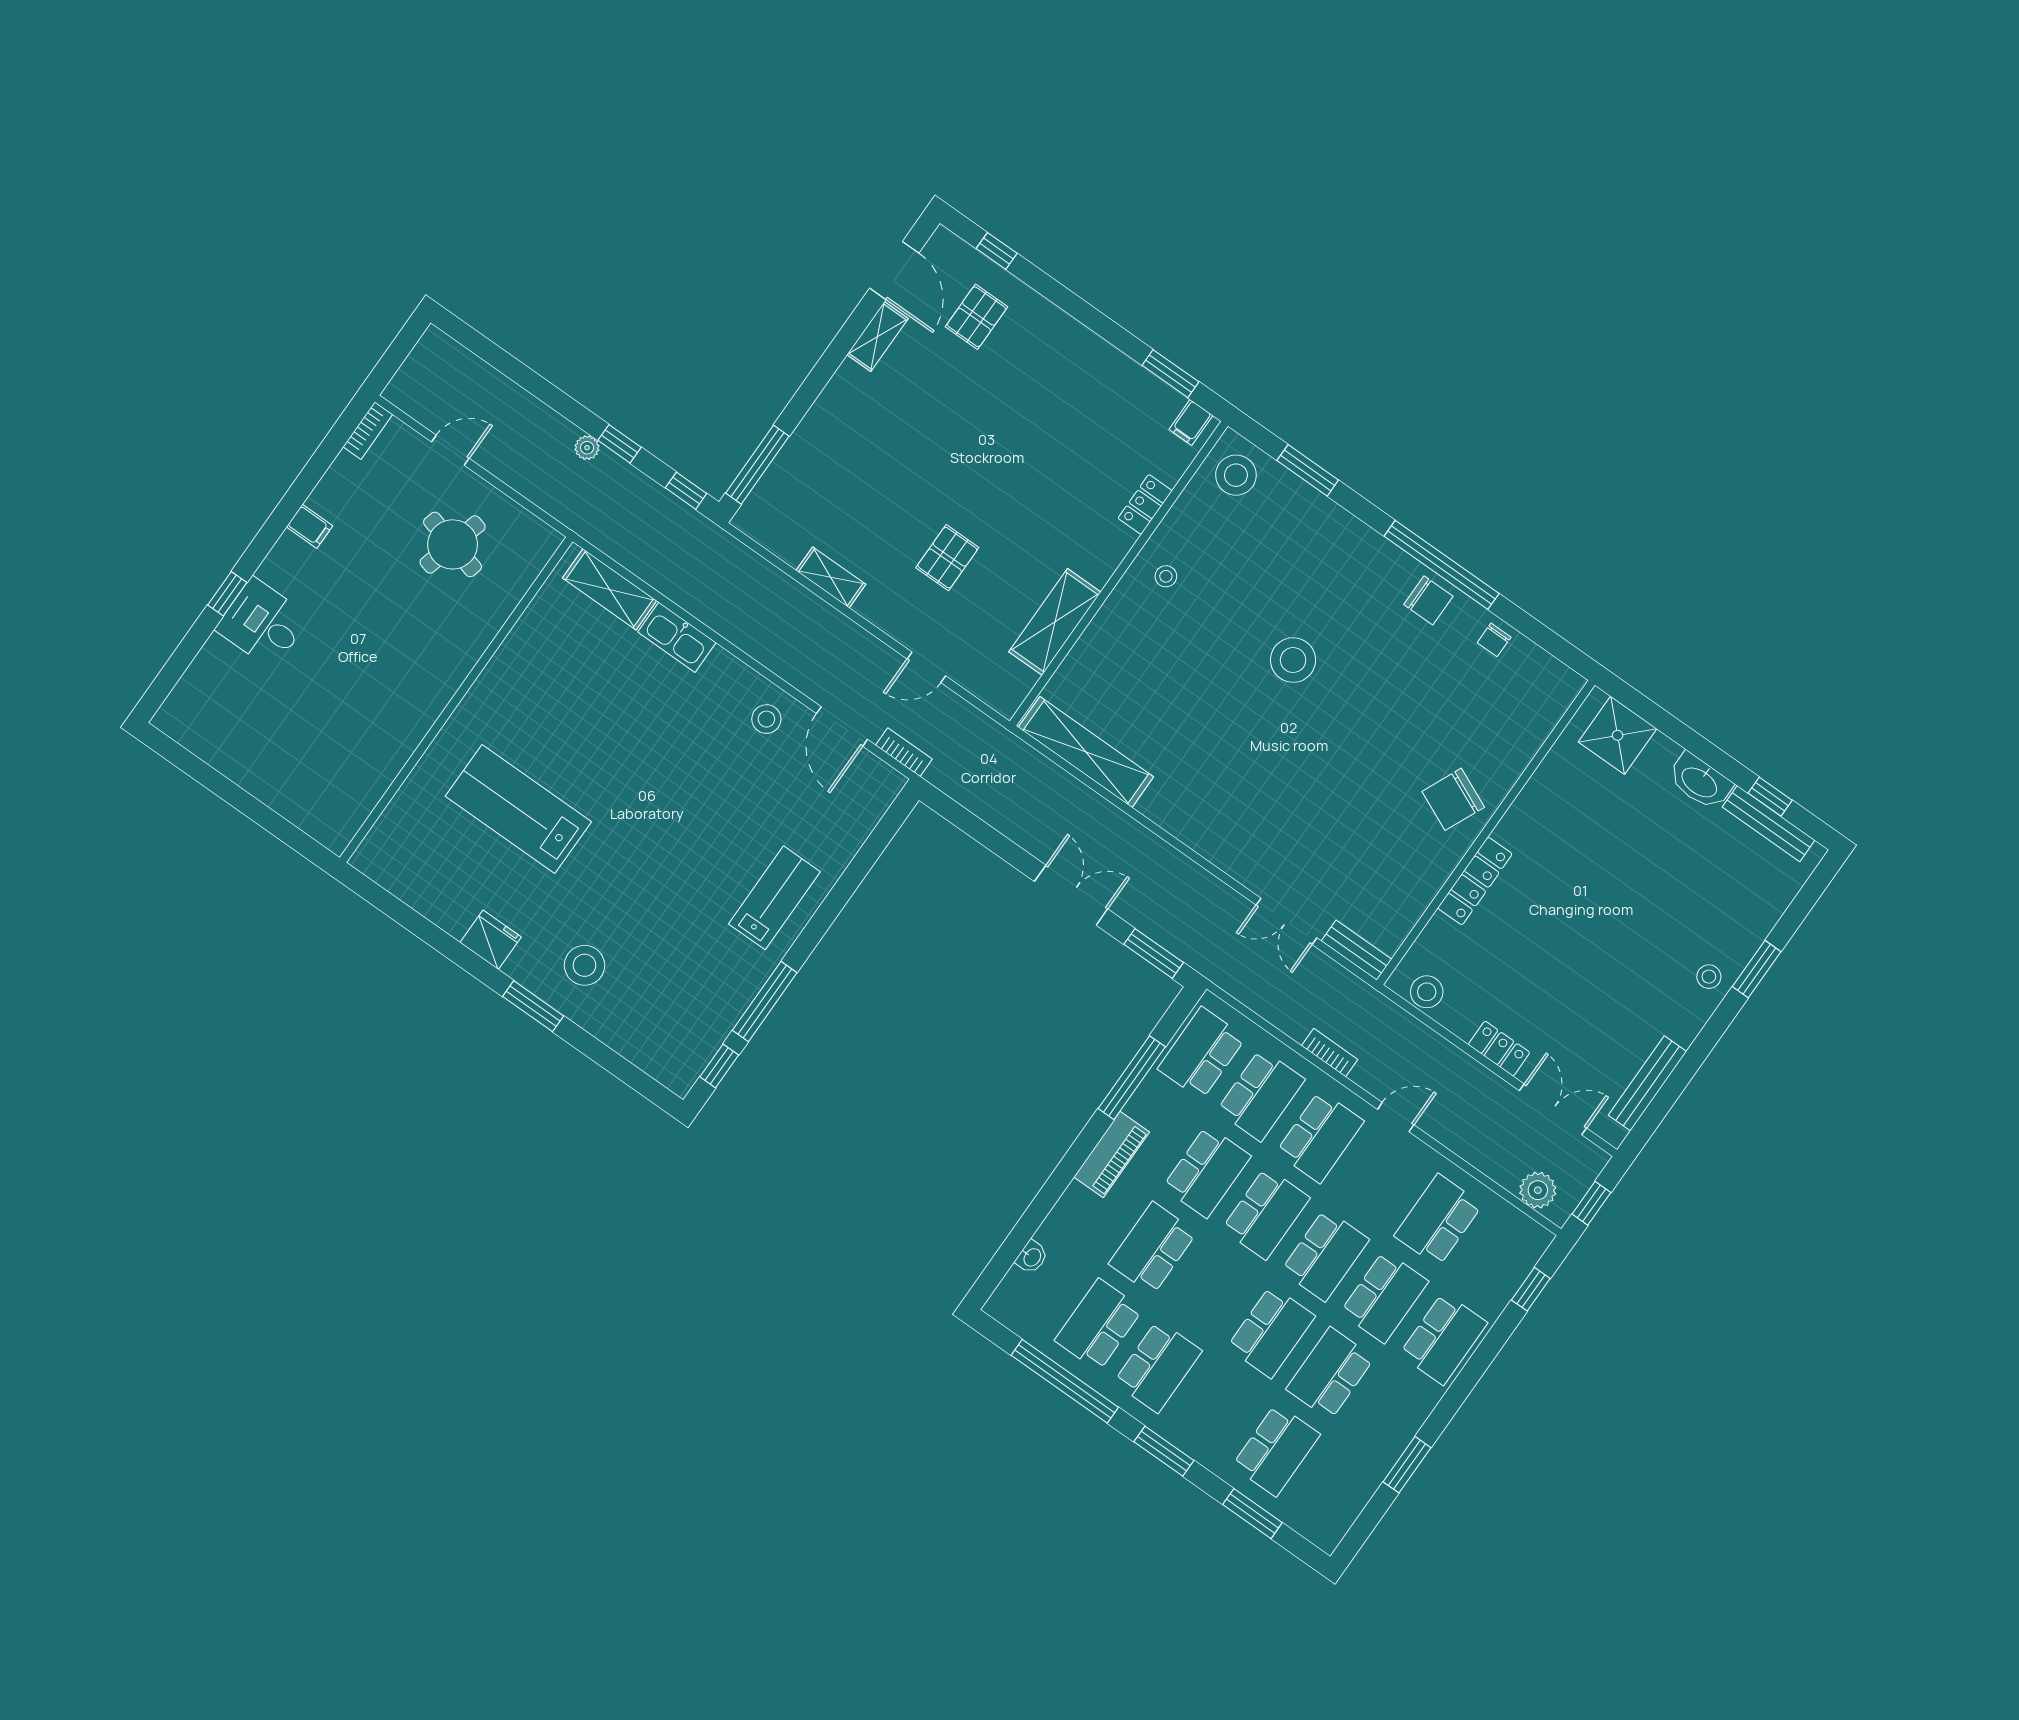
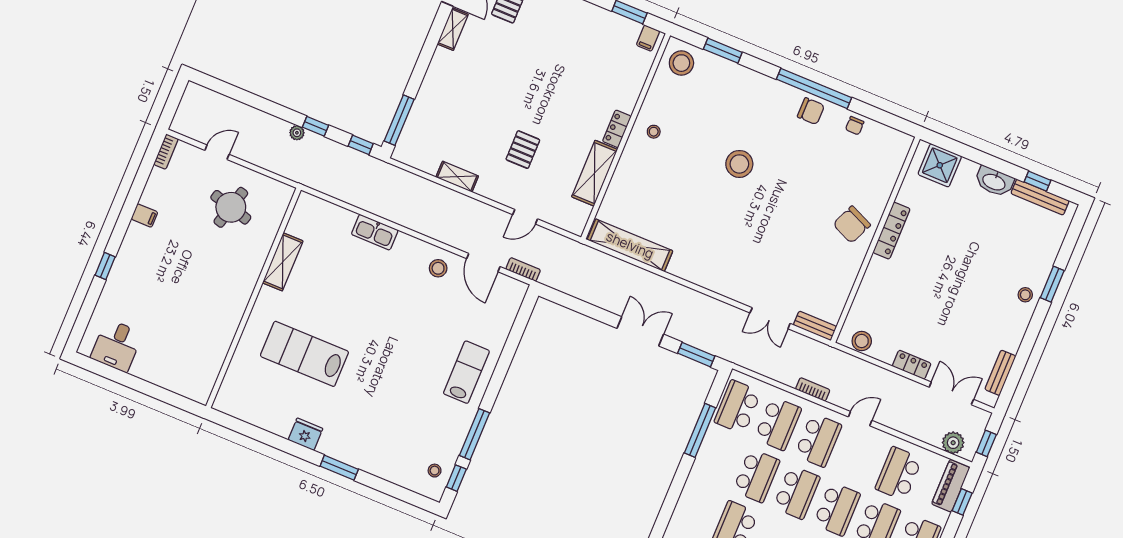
locker: (1145, 504) -> (617, 129), moved
shelving: (609, 589) -> (283, 262), moved, turned 90
desk: (263, 623) -> (117, 345), moved, turned -90
locker: (1475, 881) -> (892, 231), moved
stool: (585, 965) -> (435, 471), moved, width x0.53, depth x0.53
bench: (1647, 1083) -> (1000, 373), width x0.73
piano: (1112, 1155) -> (951, 486), moved, turned 180

